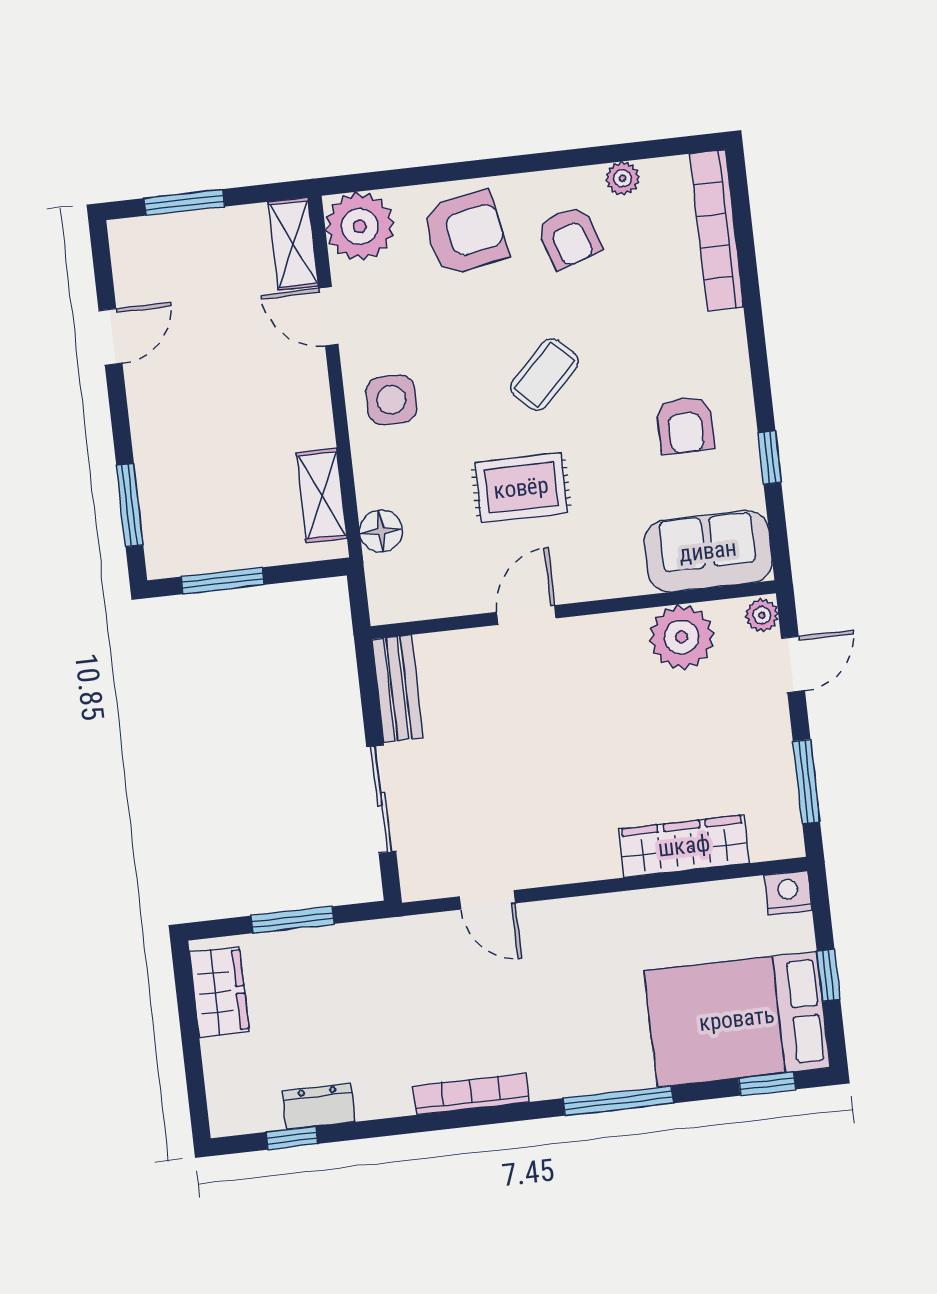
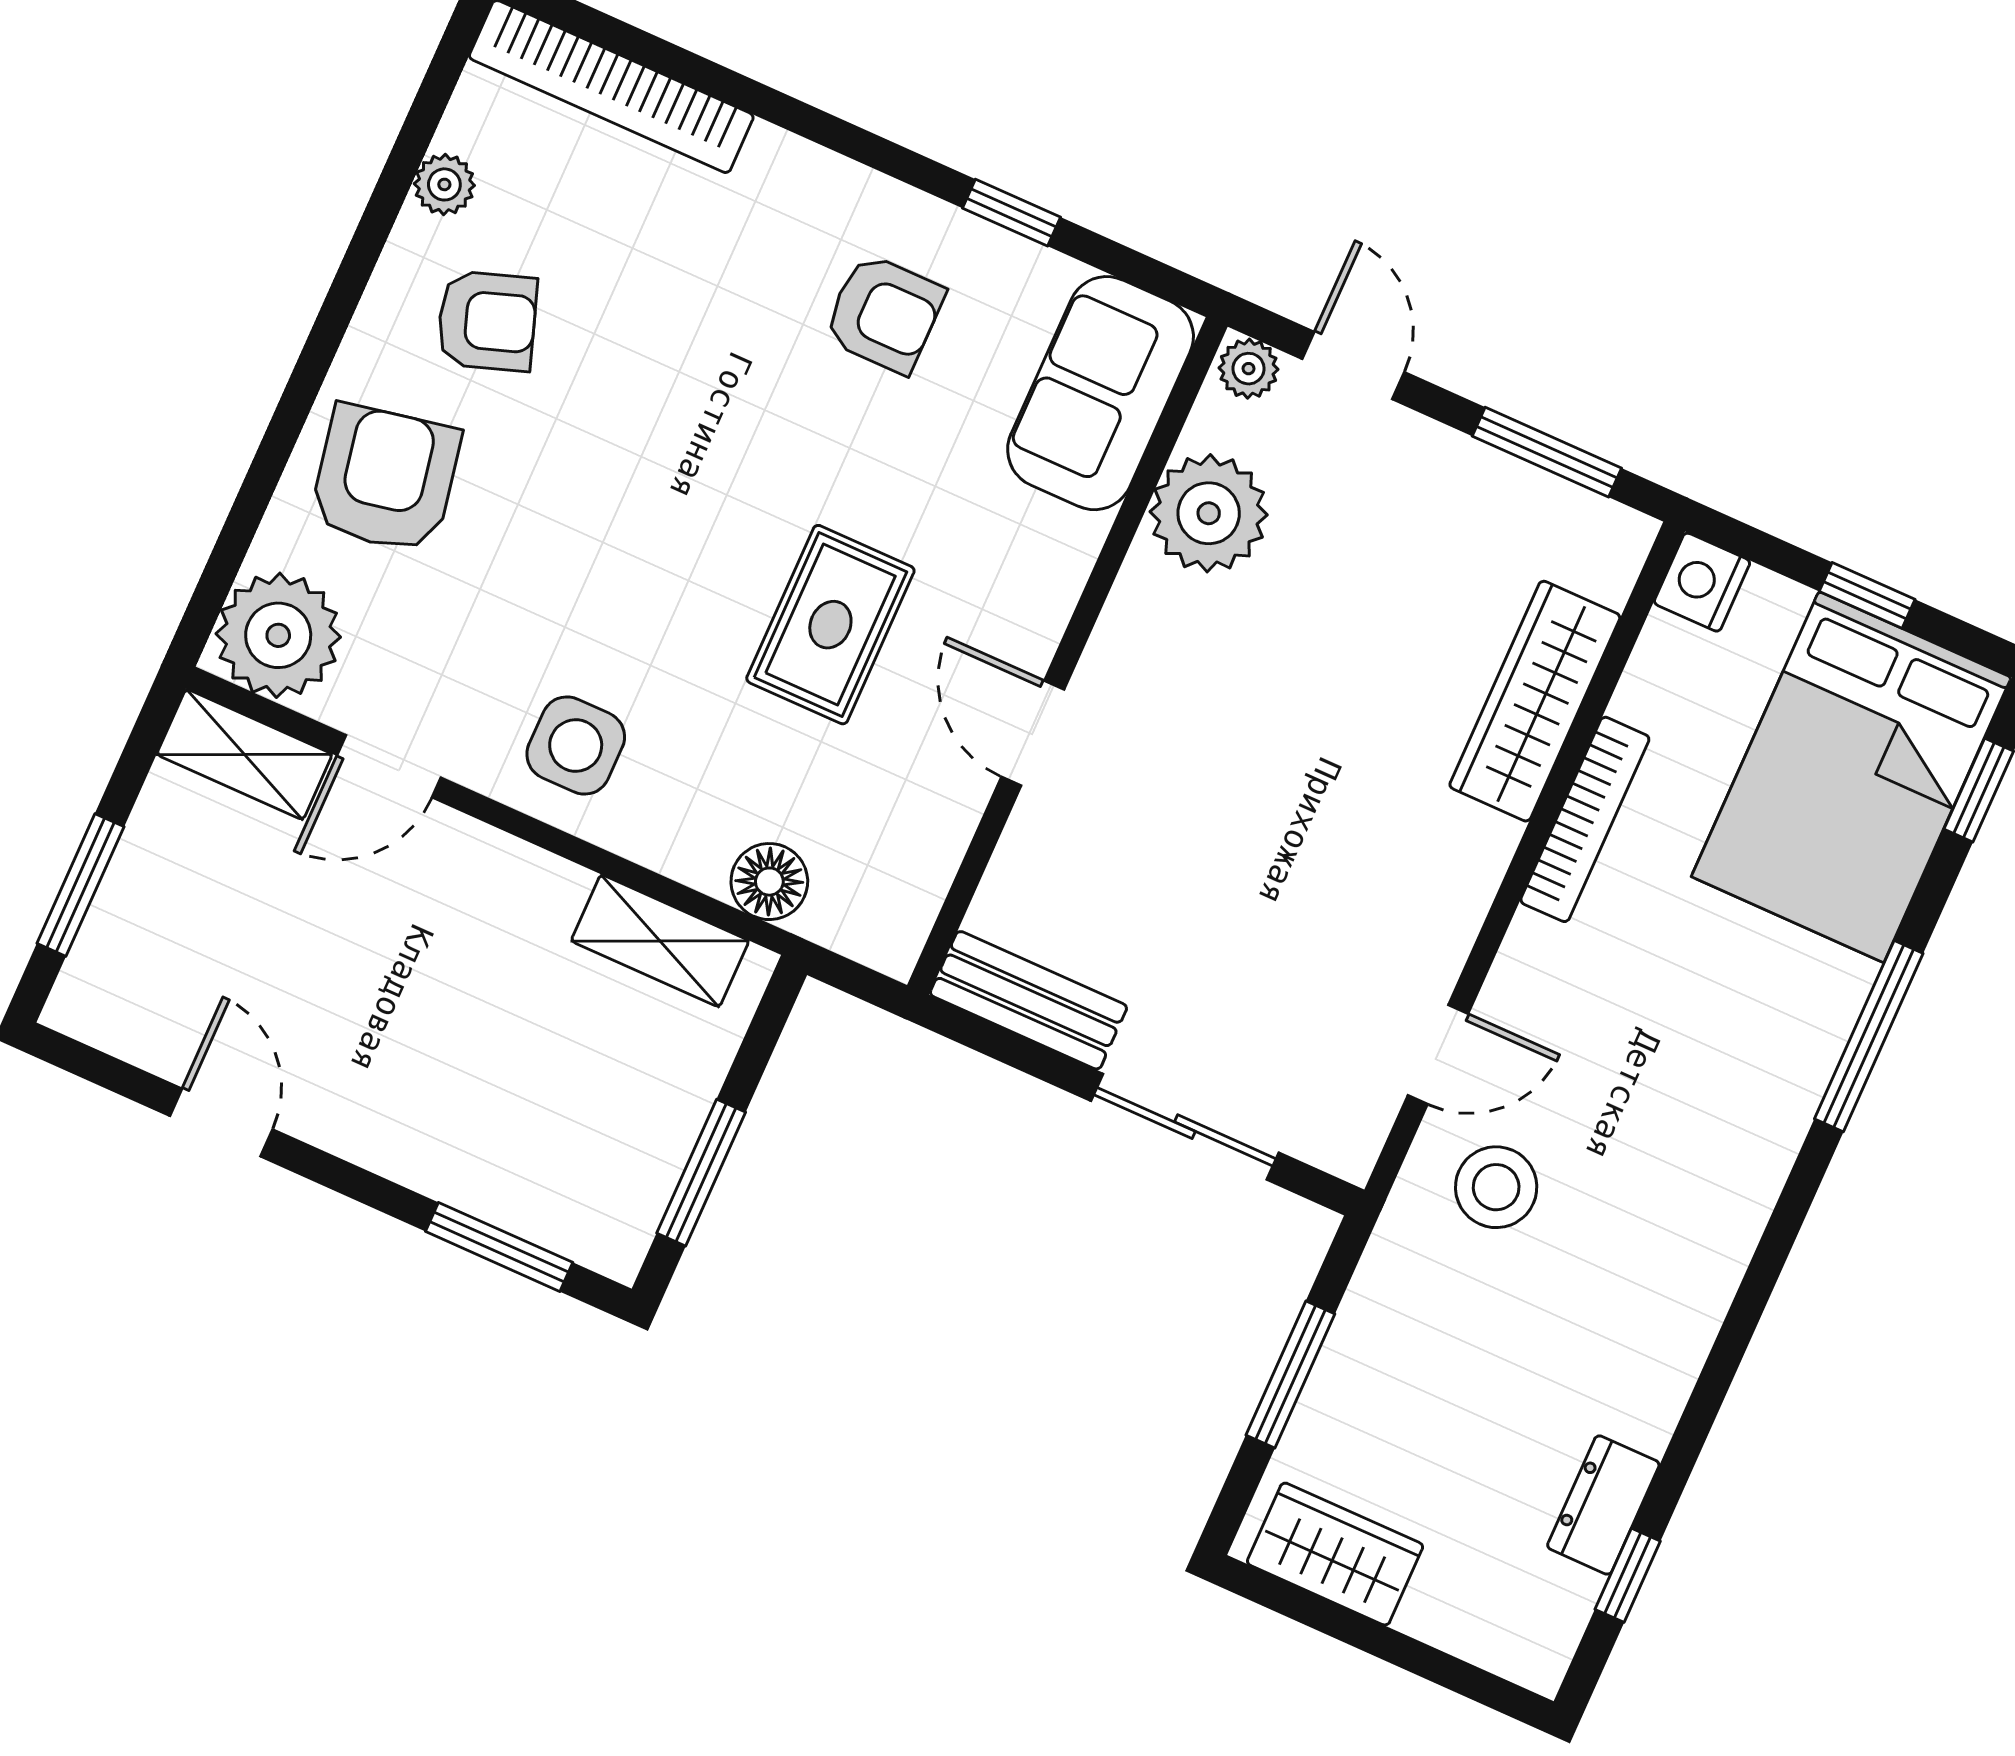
coffee table: (544, 374) -> (676, 485), removed
stool: (440, 965) -> (1496, 1187), added
bookcase: (471, 1094) -> (1585, 819), moved, turned 180

